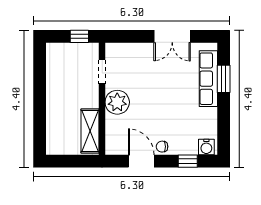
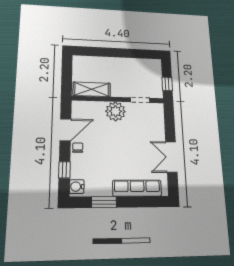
window: (224, 79) -> (104, 202), moved

